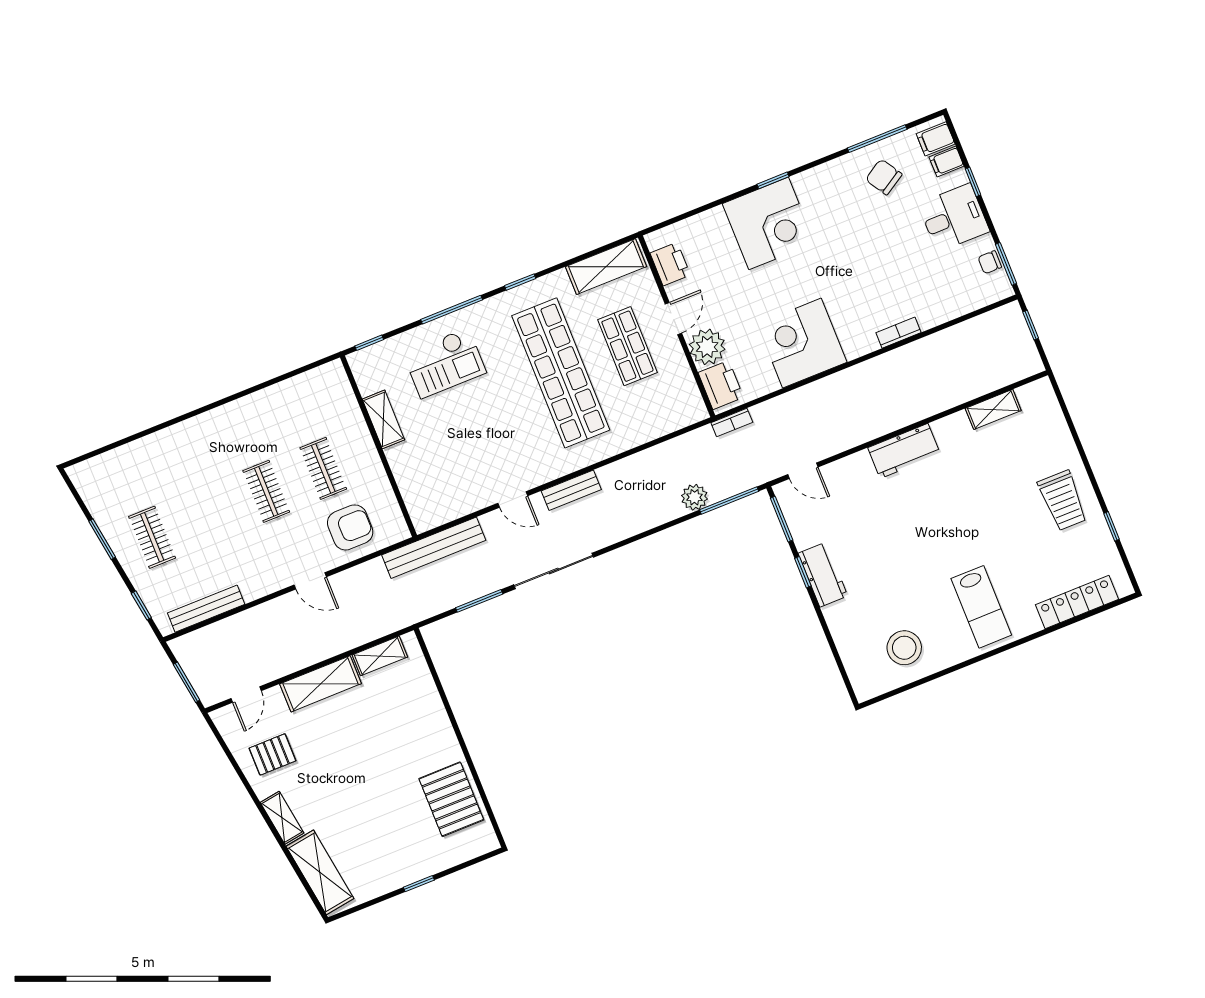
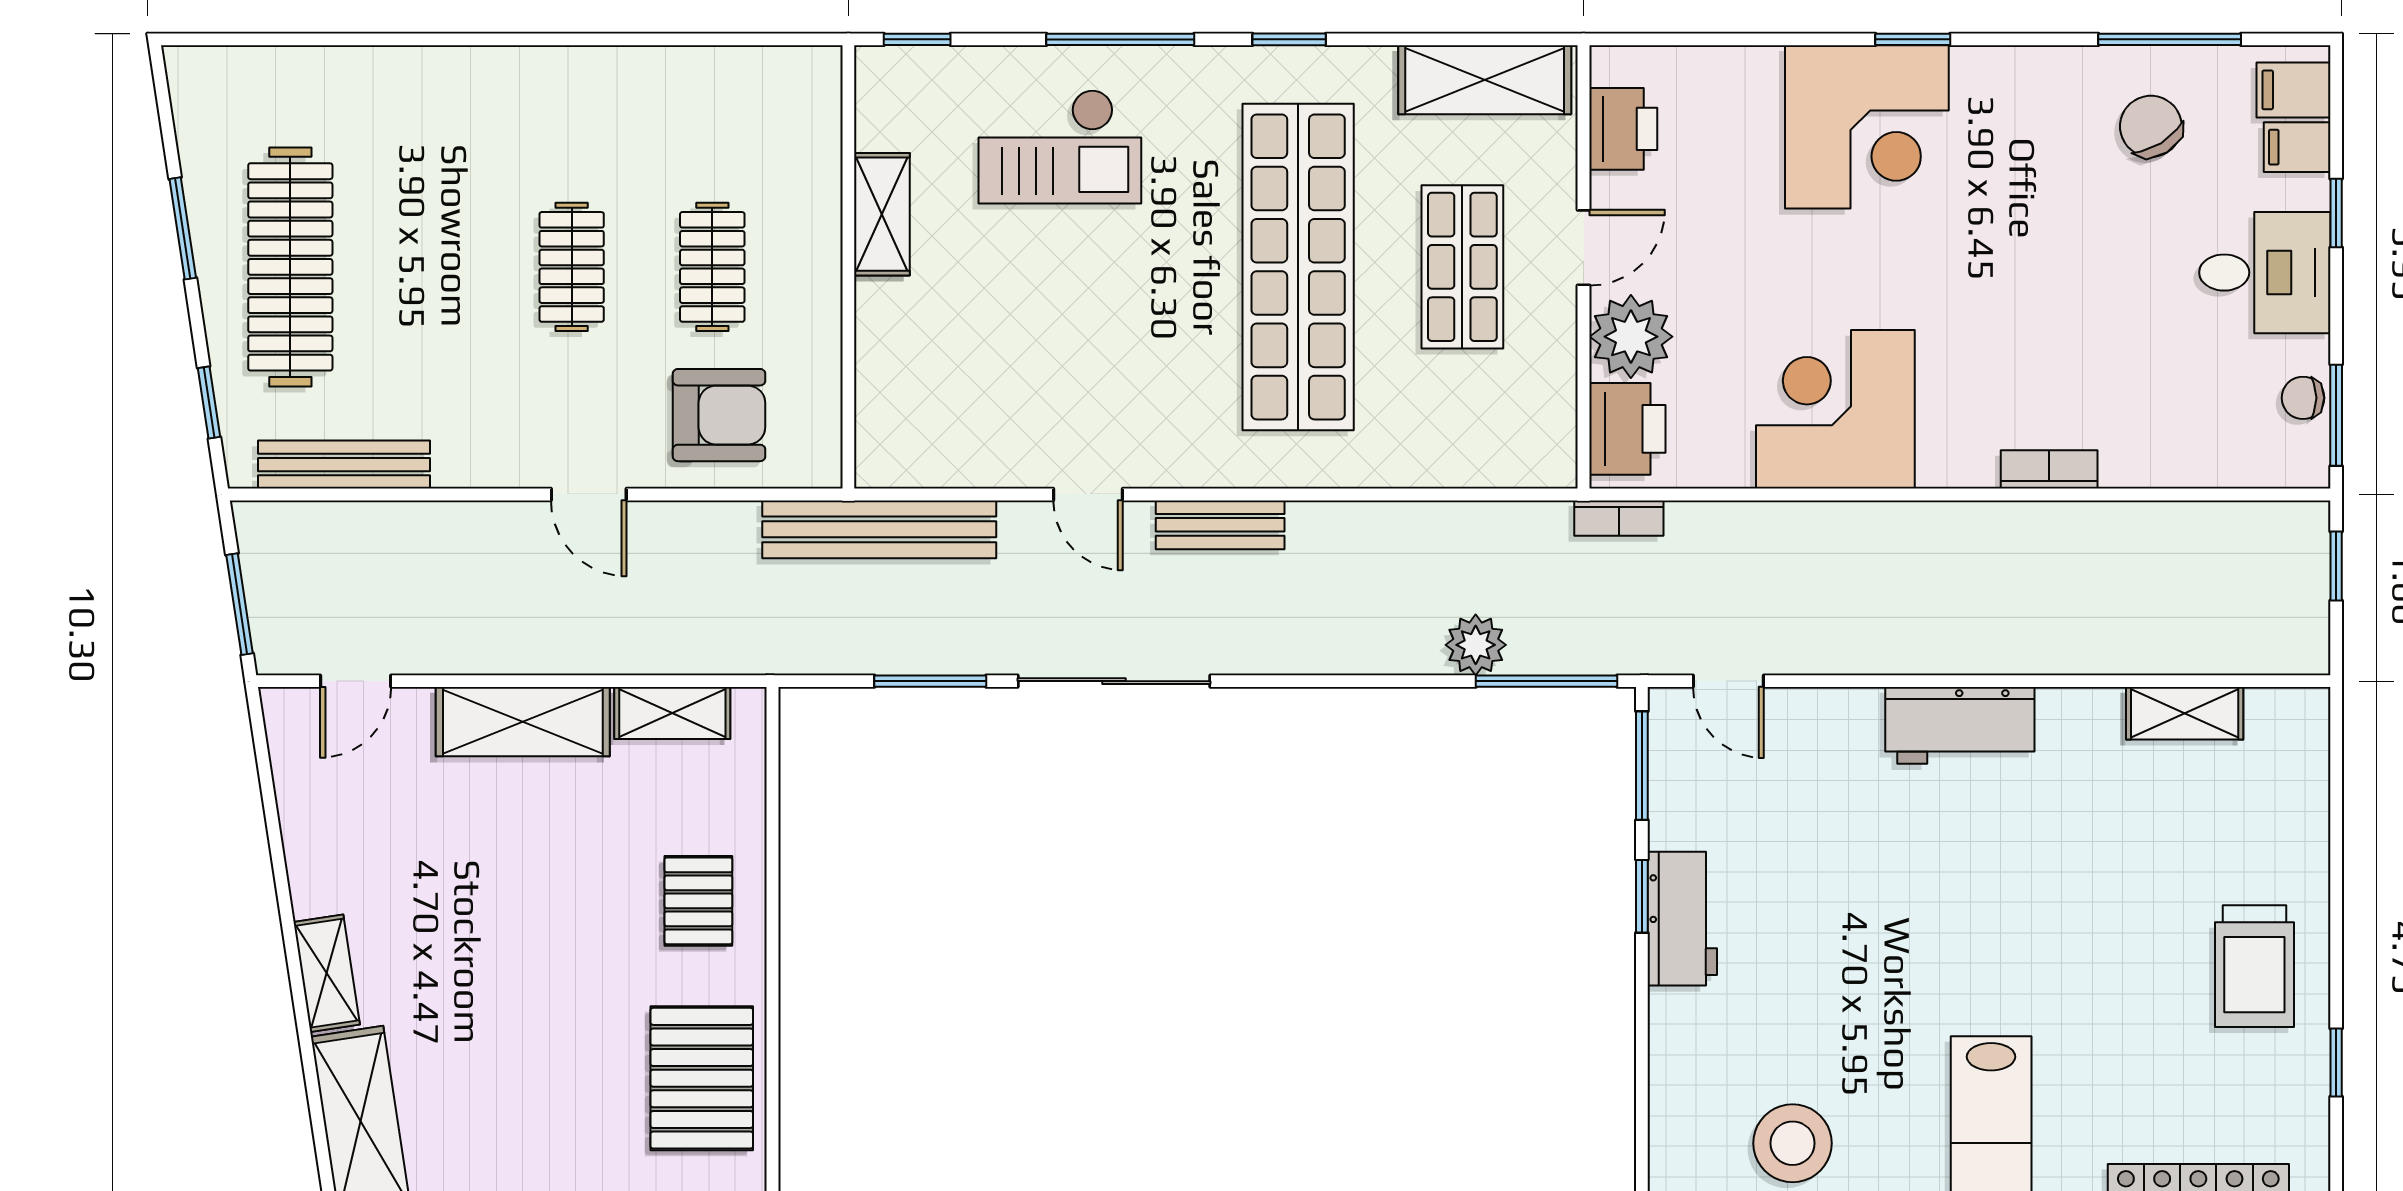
clothes rail: (152, 537) -> (290, 267), width x1.86, depth x1.31
pallet: (273, 754) -> (698, 901), moved, turned 90

